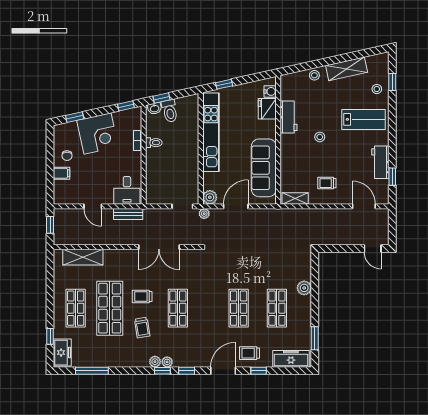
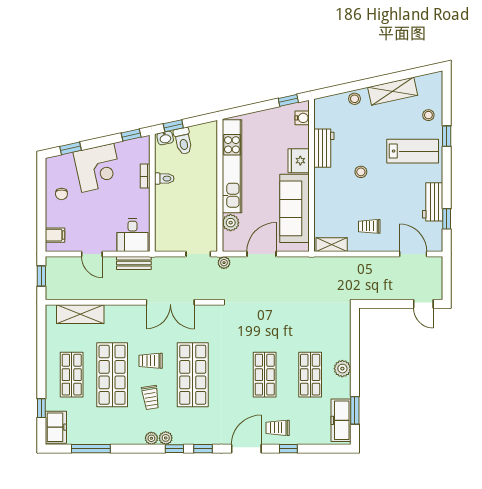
window: (392, 82) -> (447, 136), moved
window: (224, 84) -> (288, 100), moved
fridge: (267, 109) -> (299, 161), moved
filing cabinet: (62, 173) -> (55, 235), moved
plant: (210, 197) -> (231, 223), moved
plant: (304, 288) -> (342, 369), moved
shop shelf: (178, 308) -> (193, 375), width x1.43, depth x1.36
freezer: (291, 359) -> (341, 420), moved, turned -90
plant: (167, 362) -> (151, 438), moved

